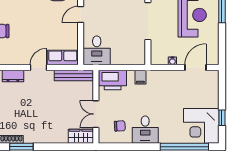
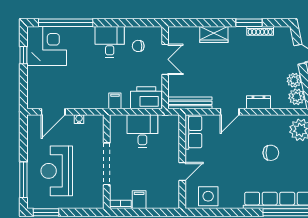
desk: (97, 50) -> (142, 131), moved
row of seats: (63, 58) -> (193, 132), moved, turned -90
wardrobe: (81, 136) -> (214, 34), moved

